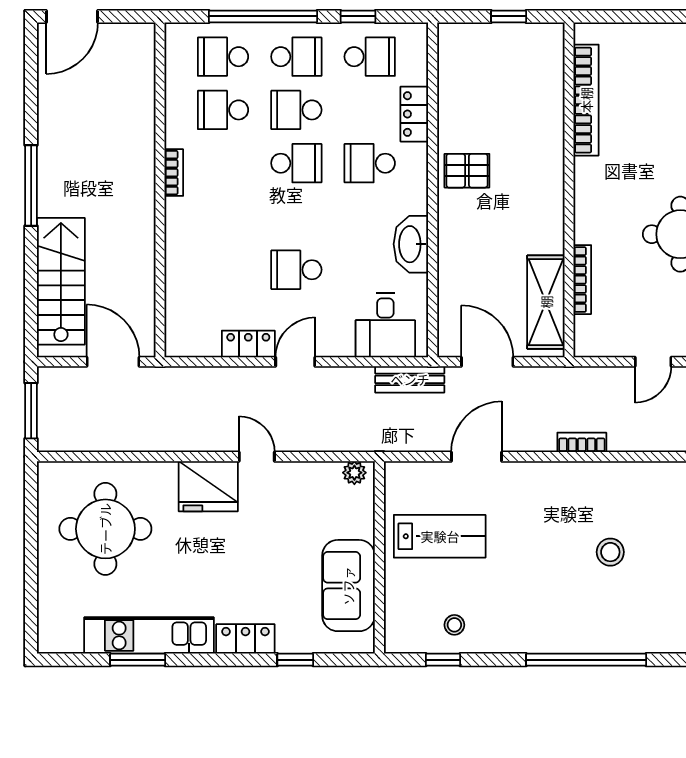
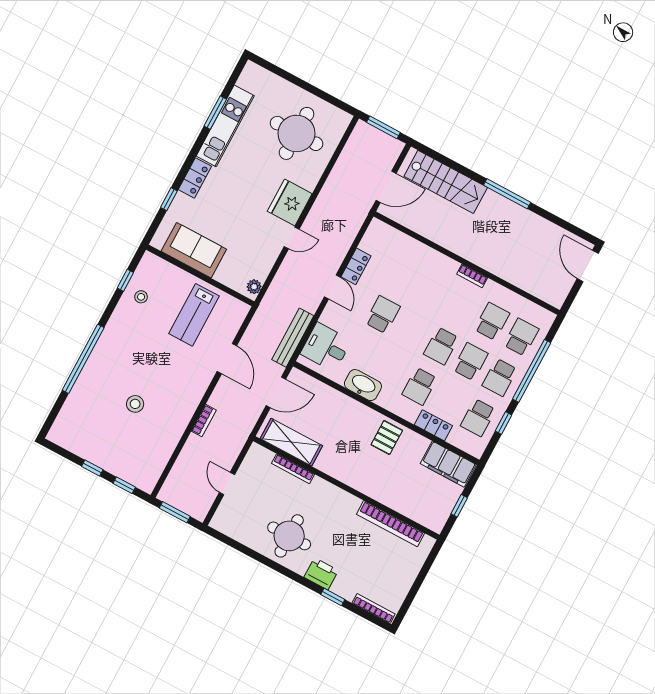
filing cabinet: (458, 64) -> (448, 464), added
school desk: (370, 163) -> (420, 386), turned 180
bench: (410, 379) -> (293, 338), width x1.36

